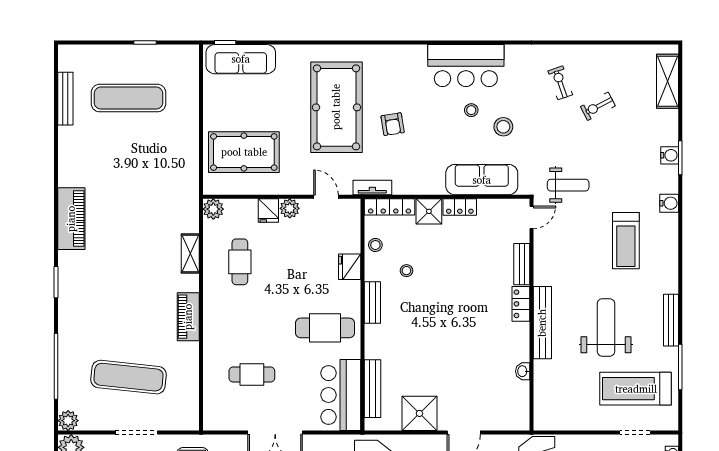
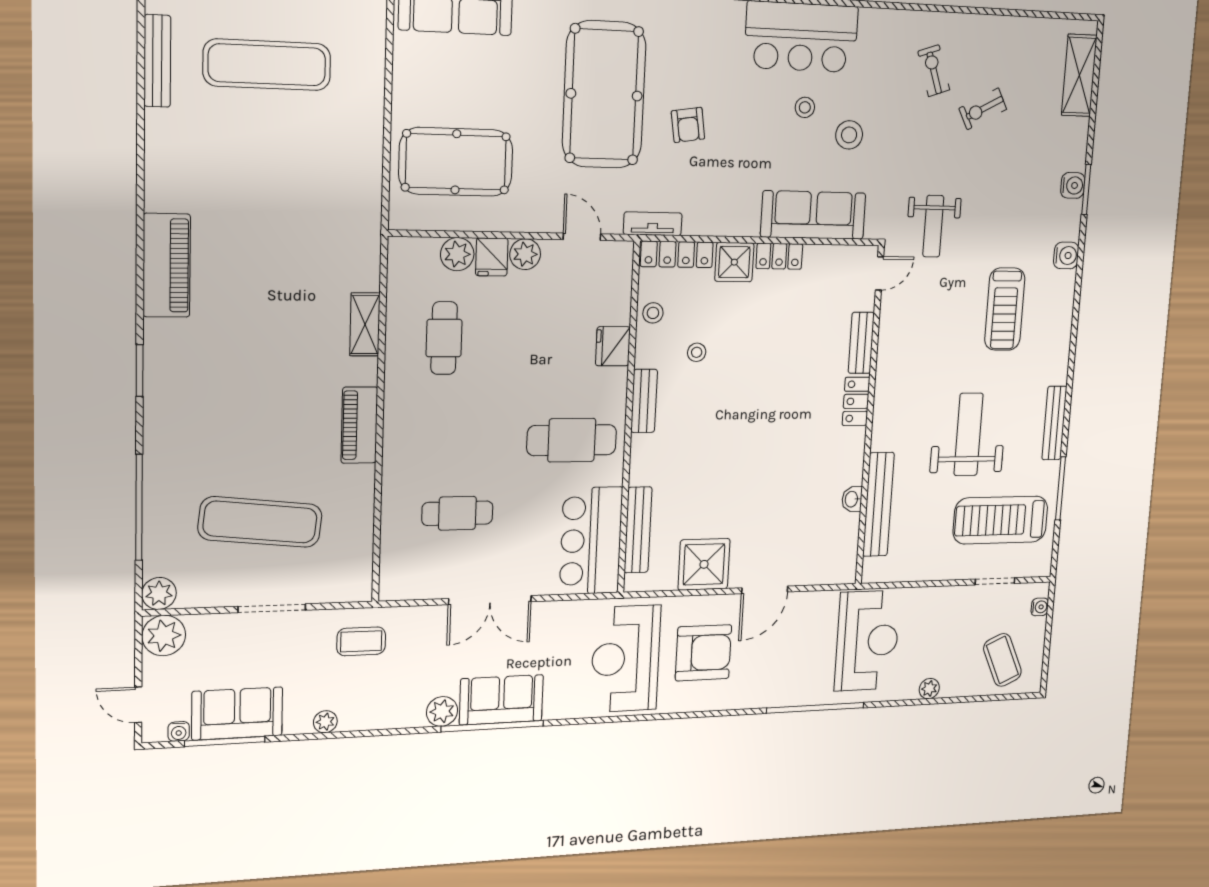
weight bench: (568, 185) -> (933, 226), turned 90
plant: (213, 209) -> (457, 254), moved
bench: (542, 323) -> (878, 504), moved

